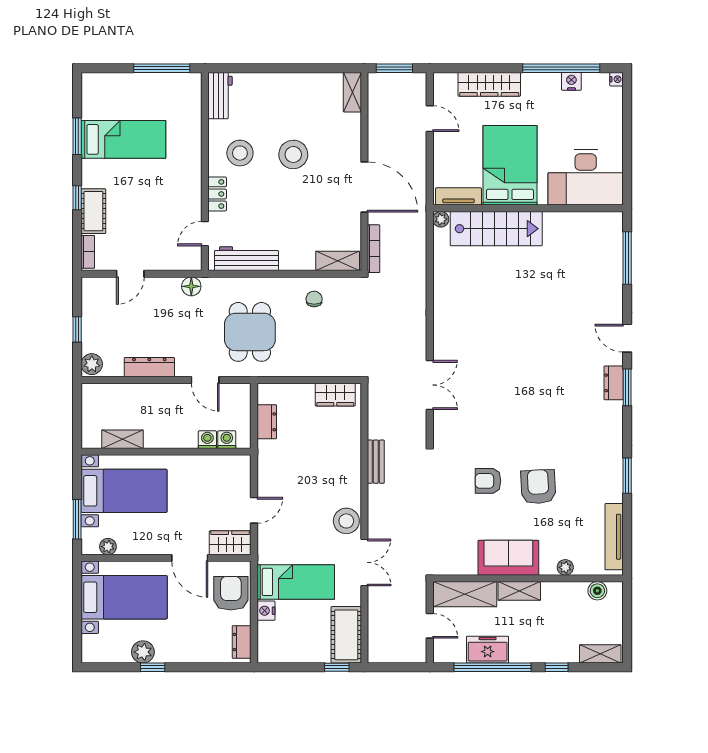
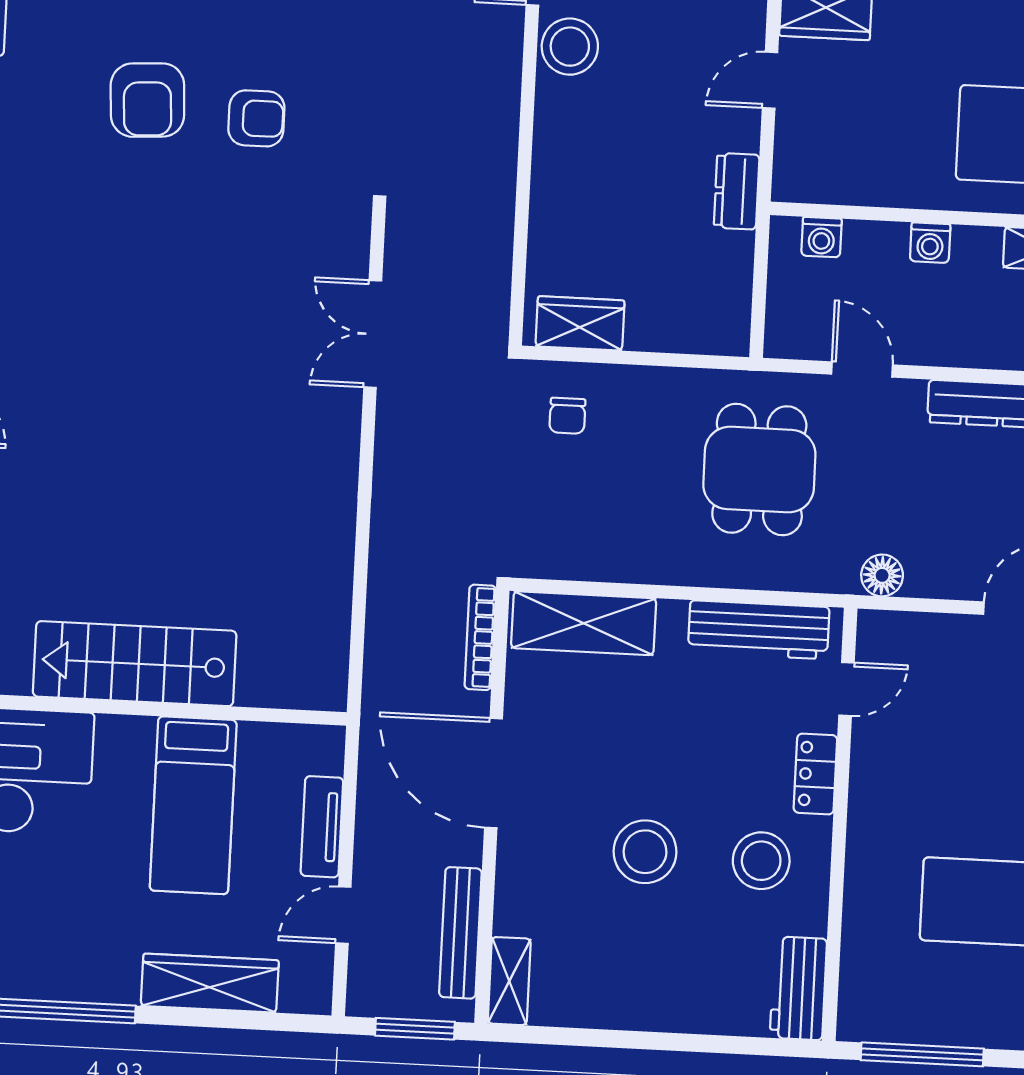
nightstand: (571, 81) -> (30, 981), removed
door: (430, 119) -> (343, 915), hinge flipped
bed: (510, 165) -> (193, 805), width x0.67
tv unit: (458, 196) -> (322, 827), moved, turned 90
plant: (441, 219) -> (330, 694), removed
stairs: (496, 229) -> (135, 664), moved
shelving: (338, 261) -> (584, 623), width x1.50, depth x1.33
chair: (314, 299) -> (567, 416), moved
dresser: (267, 422) -> (737, 191), moved
washing machine: (207, 440) -> (930, 243), moved
bench: (376, 462) -> (460, 933), moved, width x1.36

